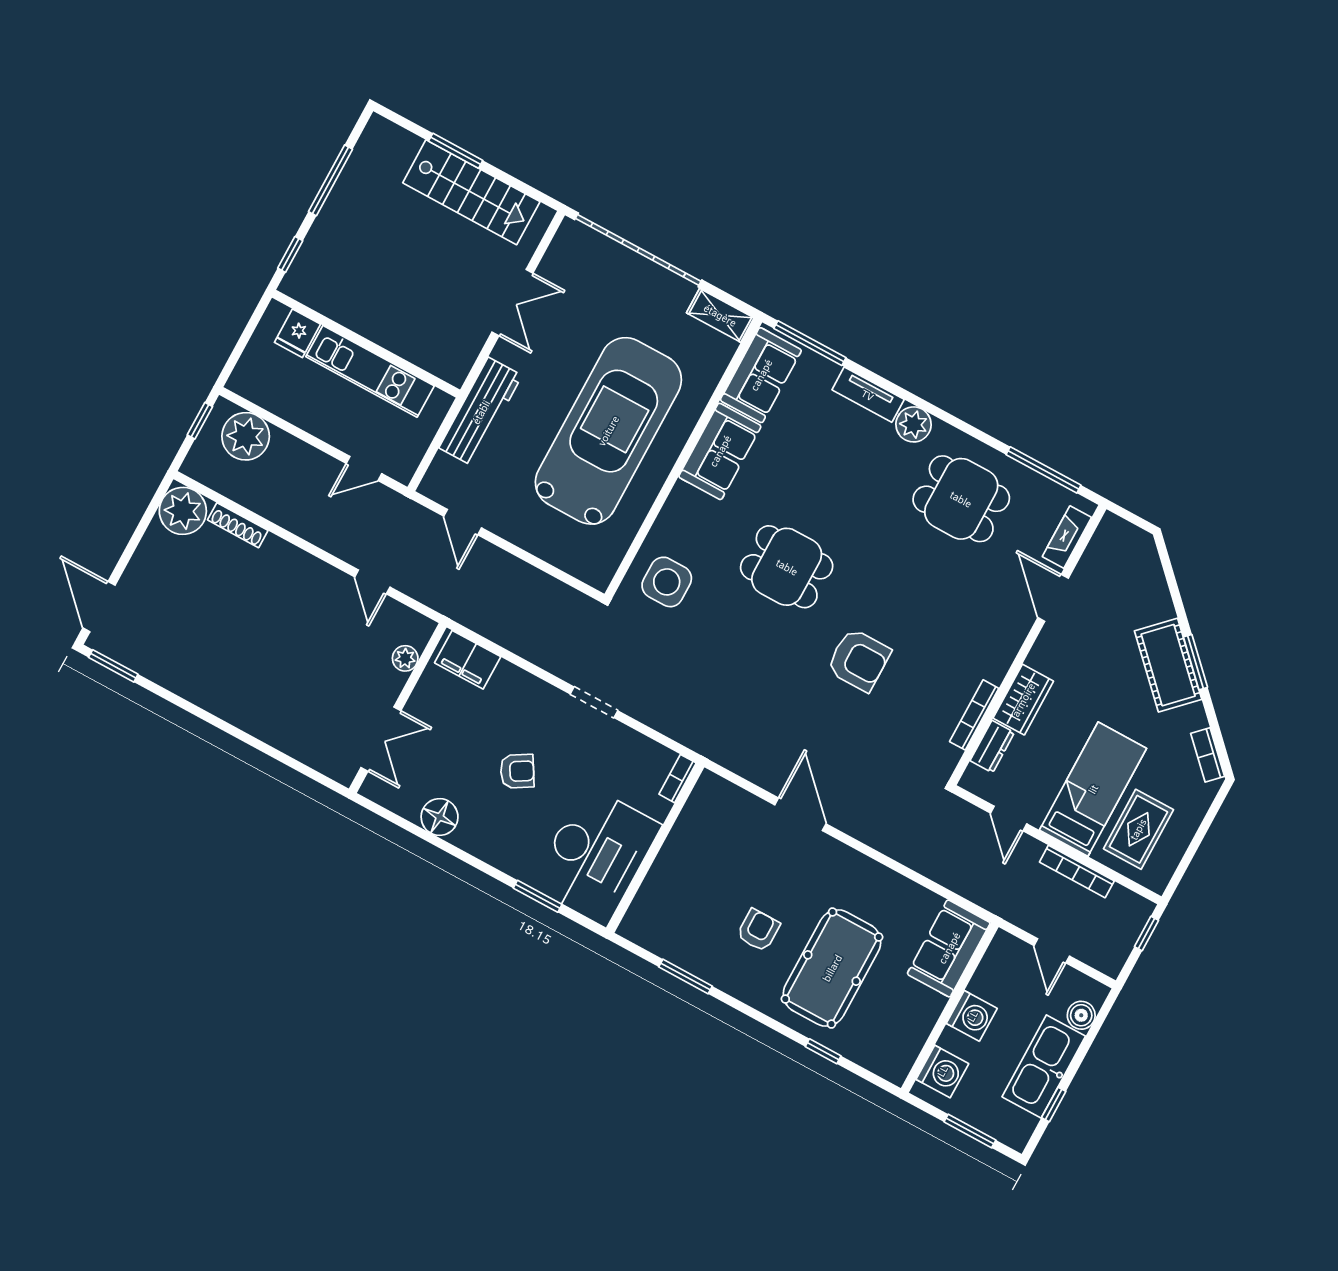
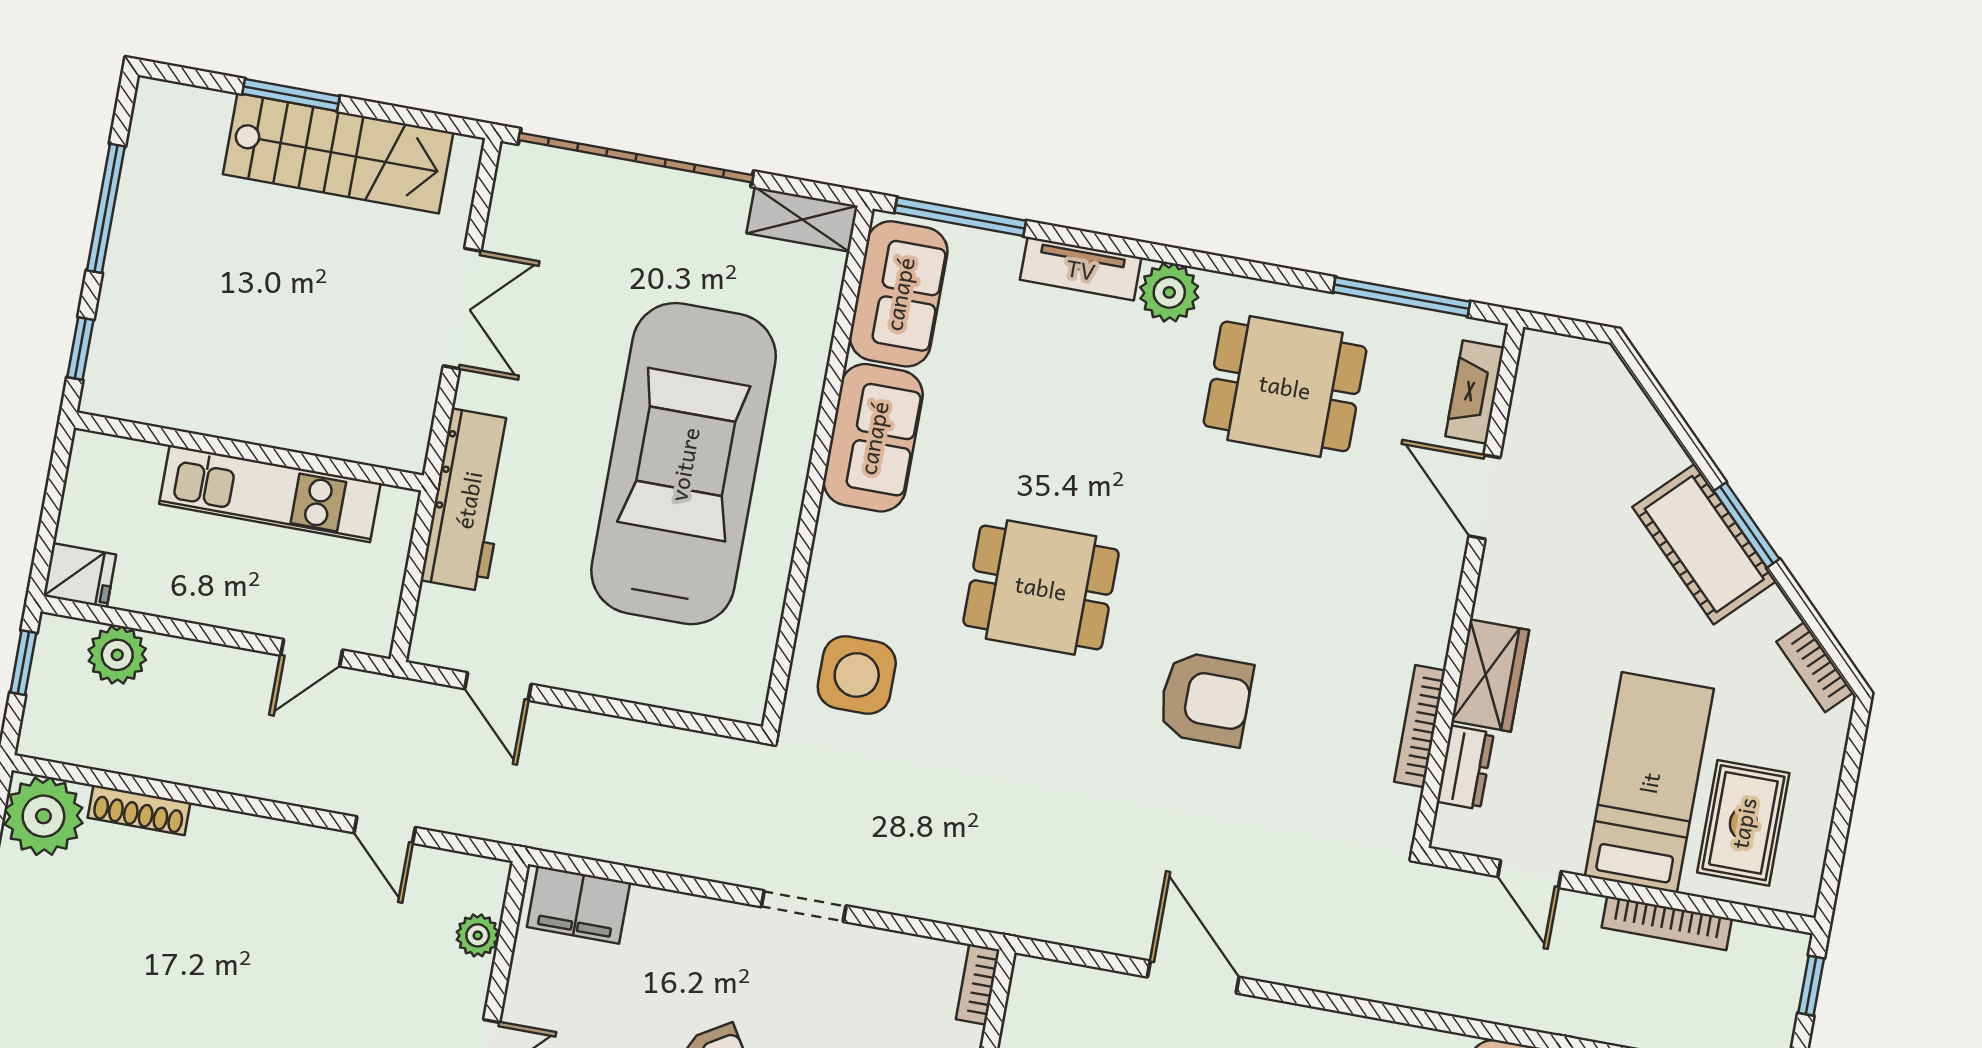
fridge: (297, 333) -> (80, 575), moved, turned -90
plant: (246, 436) -> (117, 655), width x0.73, depth x0.73

